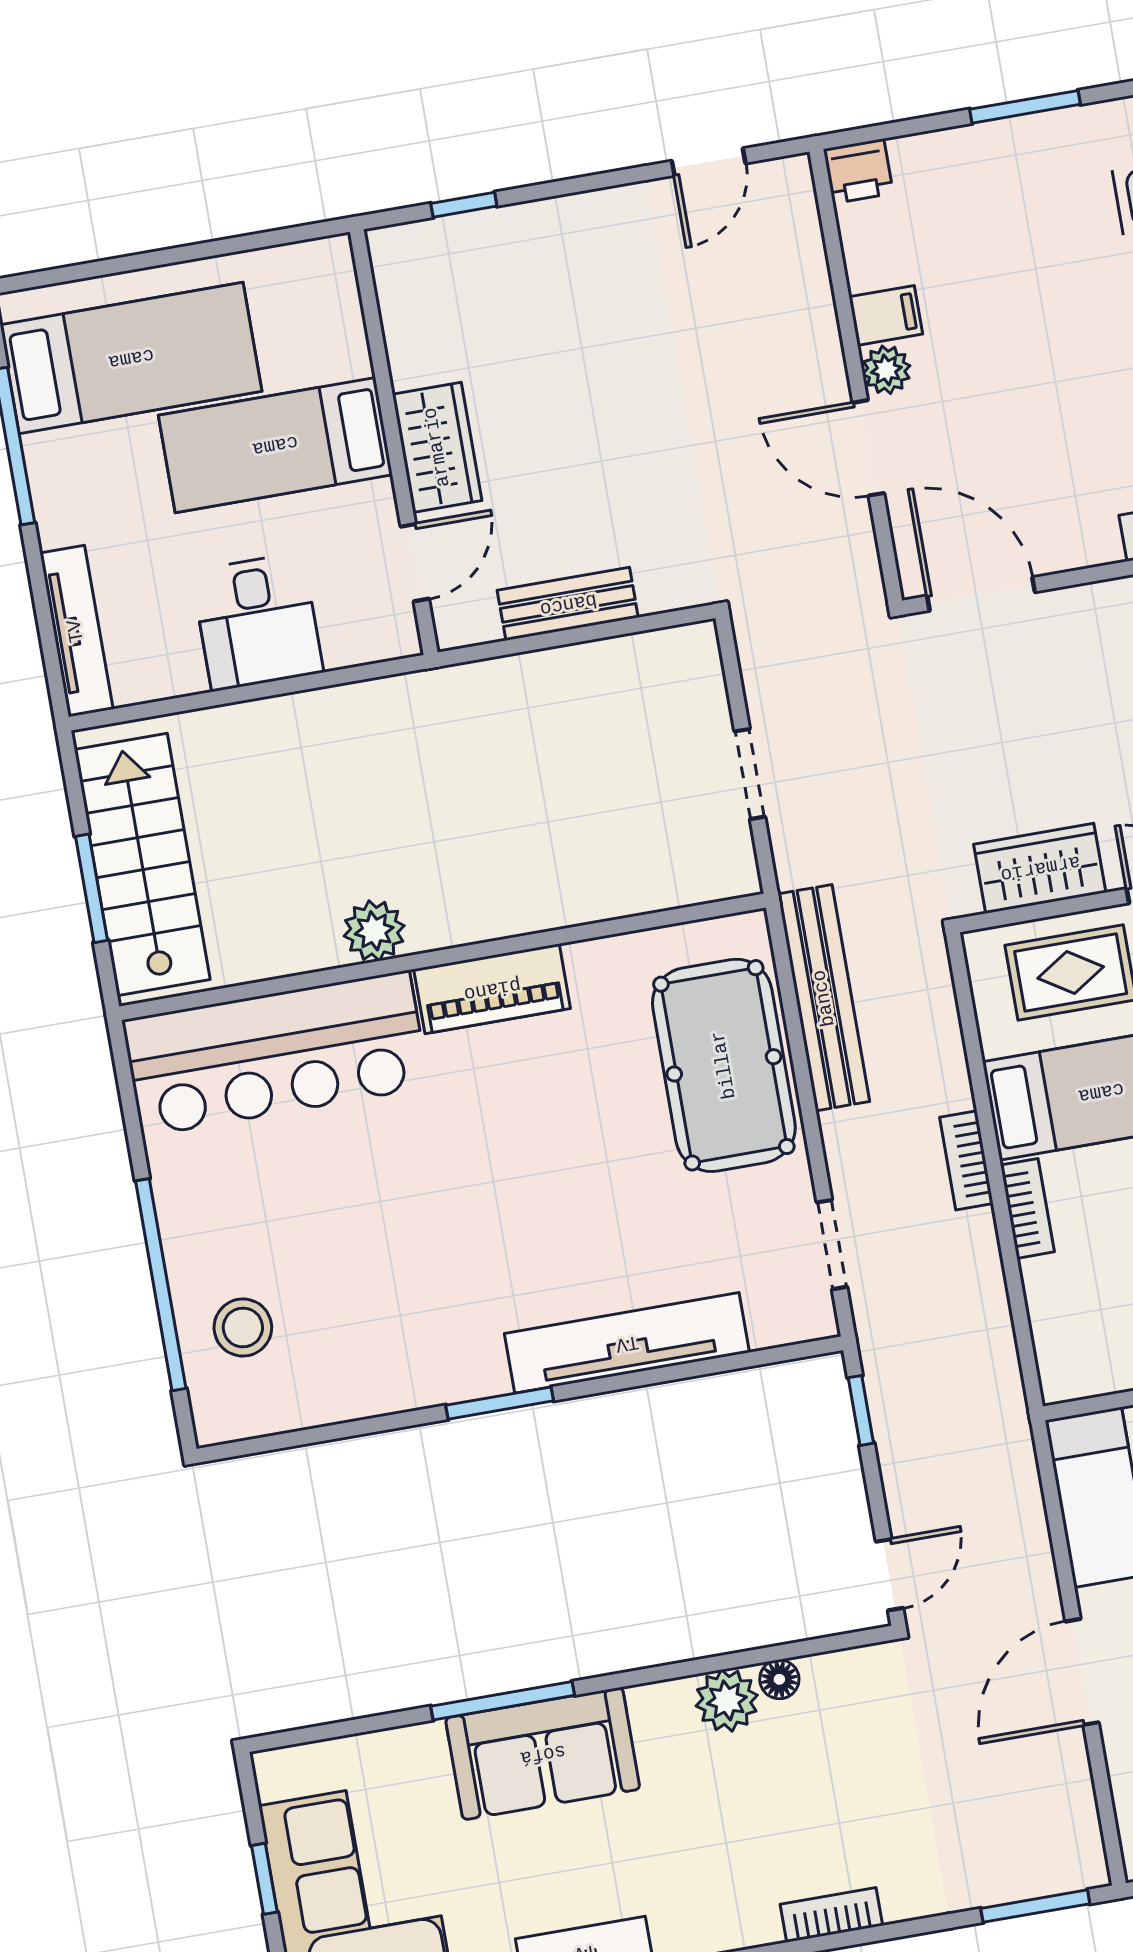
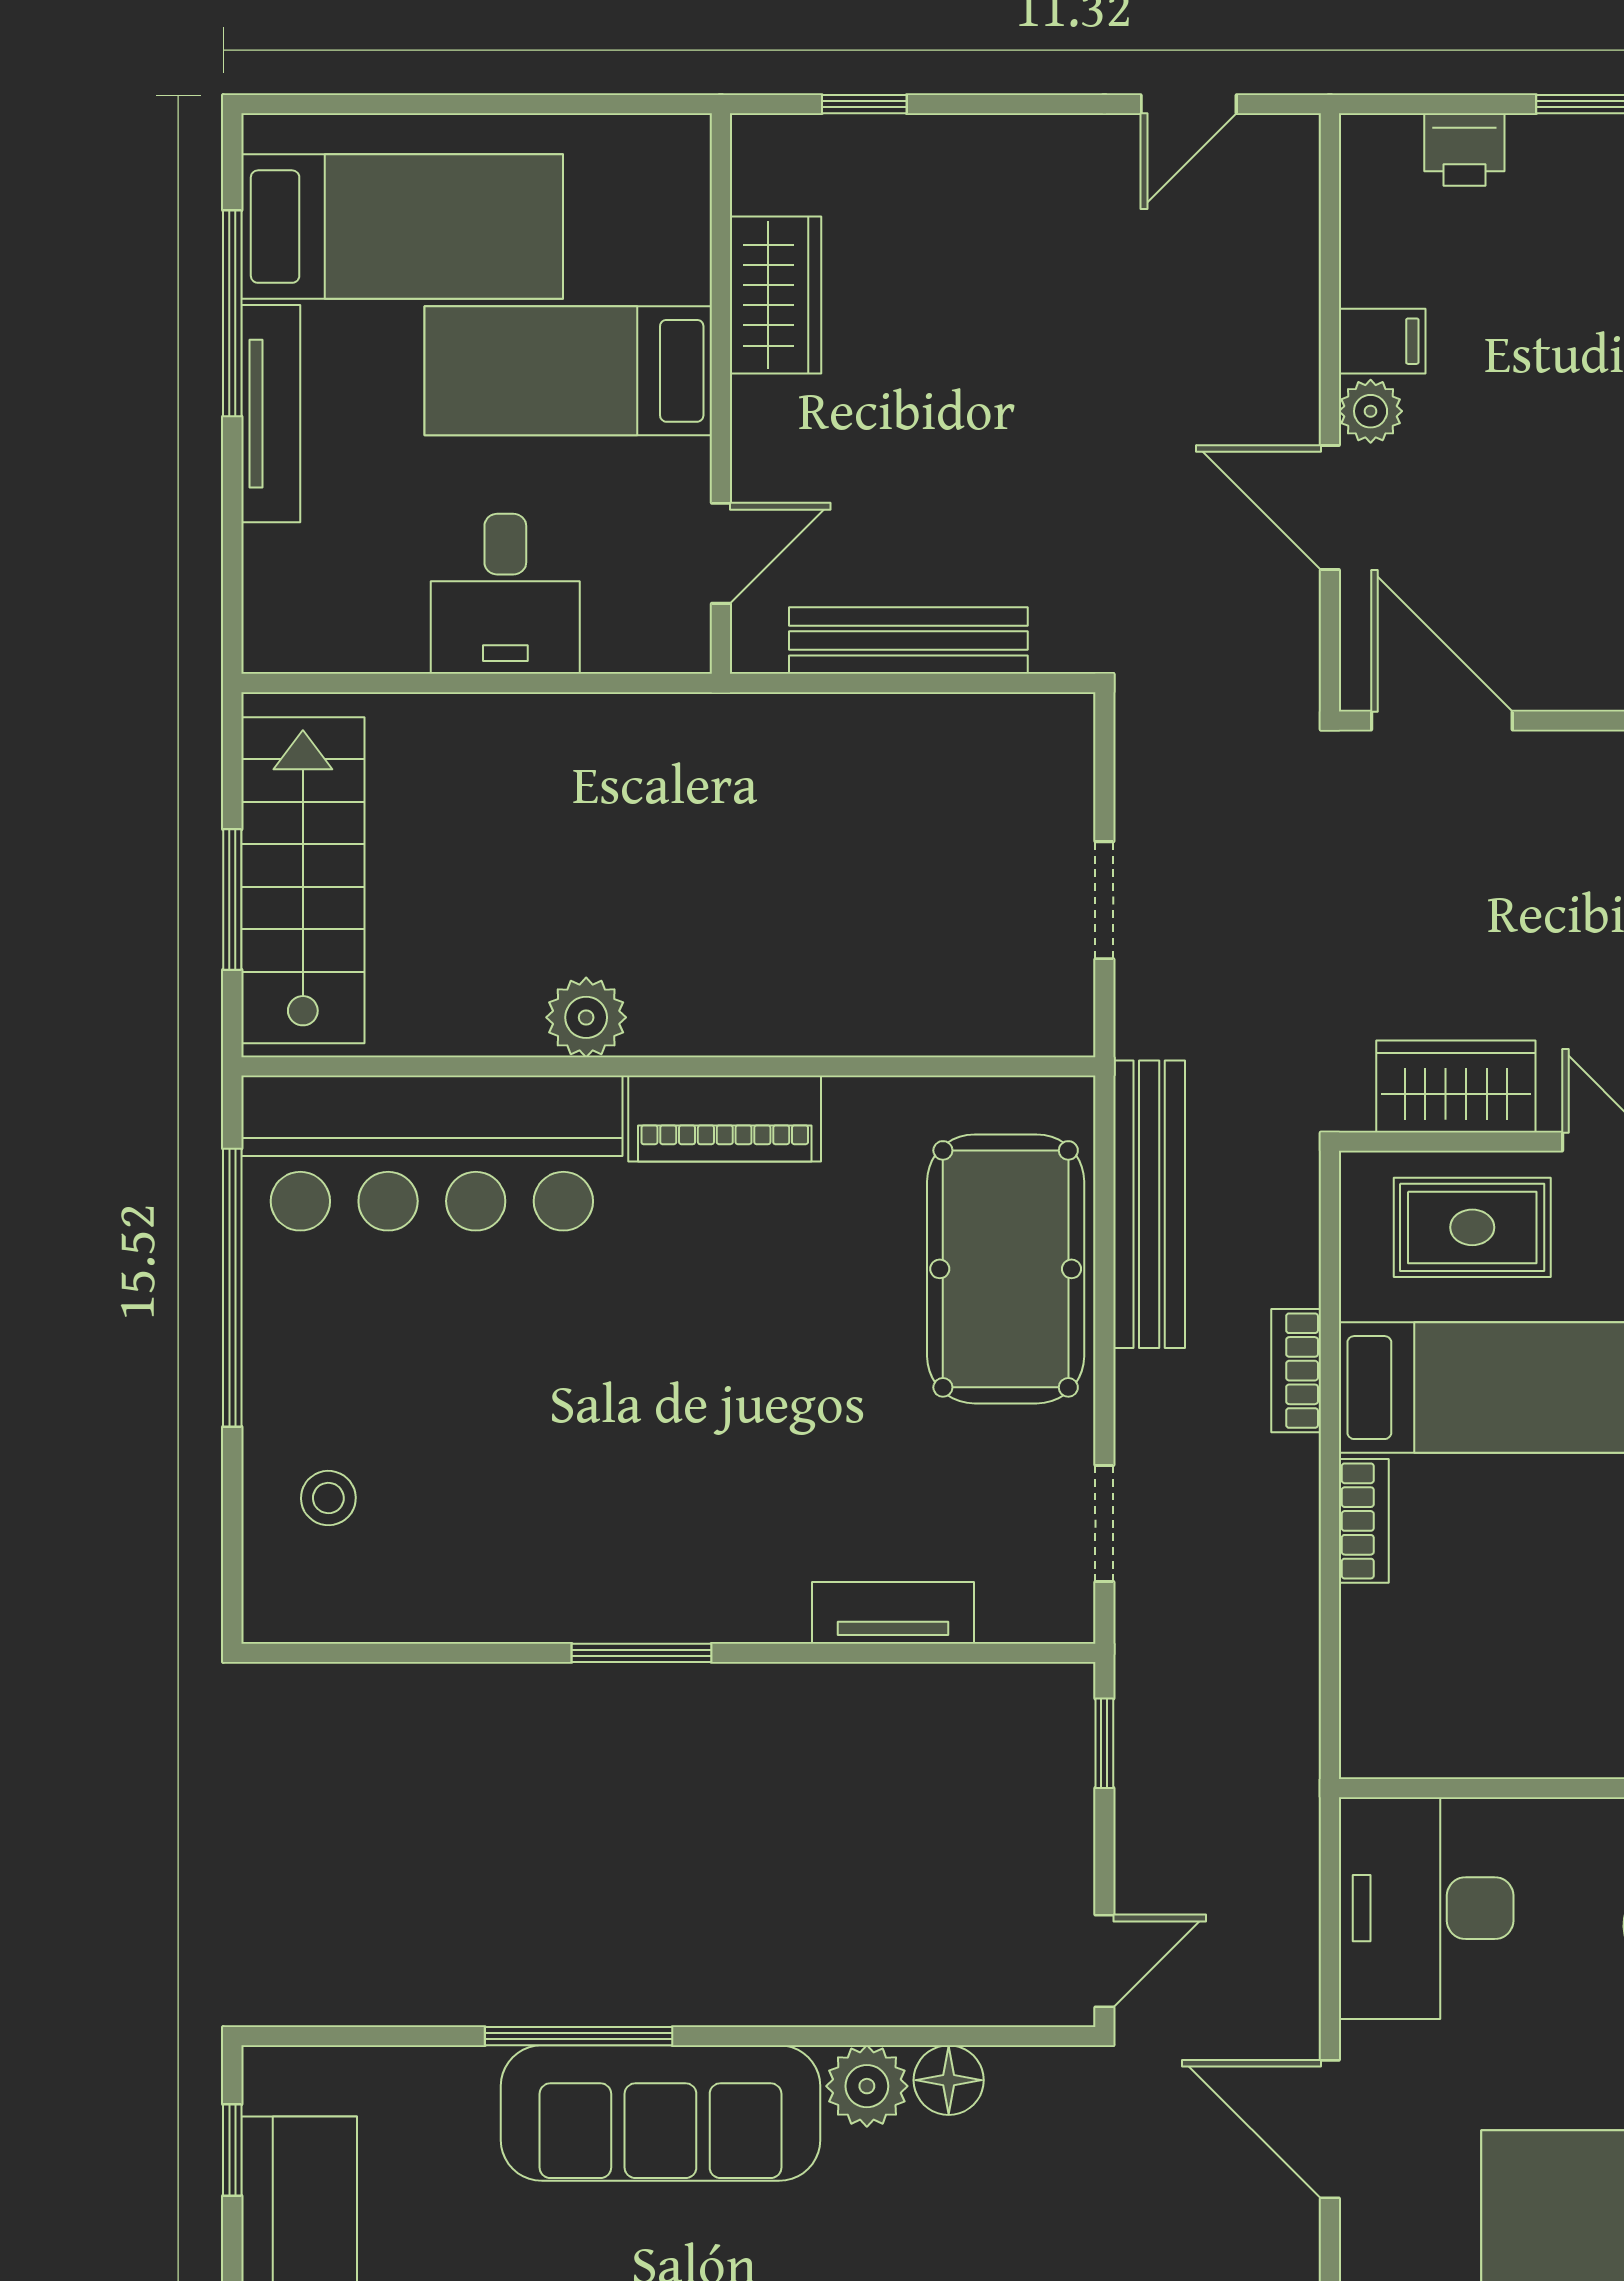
printer: (858, 171) -> (1464, 150), moved
wardrobe: (437, 447) -> (776, 295), moved
bench: (568, 604) -> (908, 641), width x1.36
tv unit: (76, 631) -> (271, 414), moved
bookcase: (966, 1160) -> (1296, 1371), moved
window: (161, 1285) -> (232, 1288), moved
stool: (243, 1327) -> (328, 1498), width x0.73, depth x0.73
tv unit: (627, 1343) -> (893, 1613), width x0.52, depth x0.78
door: (1082, 1672) -> (1330, 2129), hinge flipped
floor lamp: (779, 1679) -> (949, 2080), width x1.37, depth x1.37
sofa: (543, 1754) -> (660, 2113), width x1.36
window: (264, 1879) -> (232, 2150), moved

